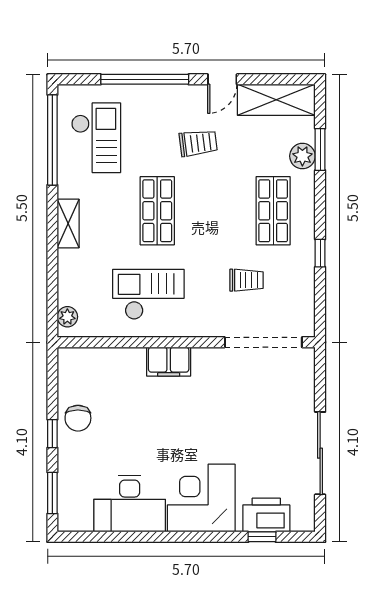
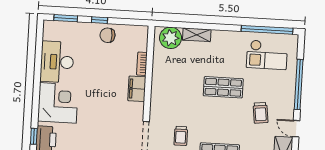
shelving: (68, 223) -> (197, 35), moved
checkout: (148, 294) -> (176, 79), removed
plant: (67, 317) -> (170, 38), width x1.87, depth x1.87
bookcase: (124, 355) -> (142, 64), added

